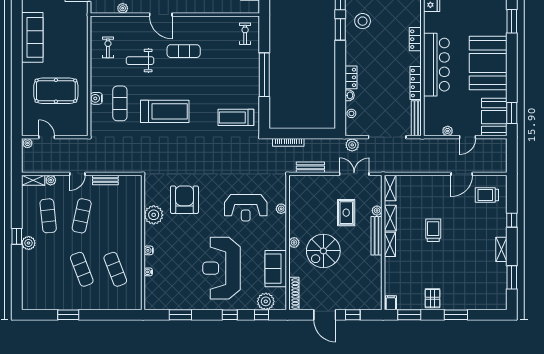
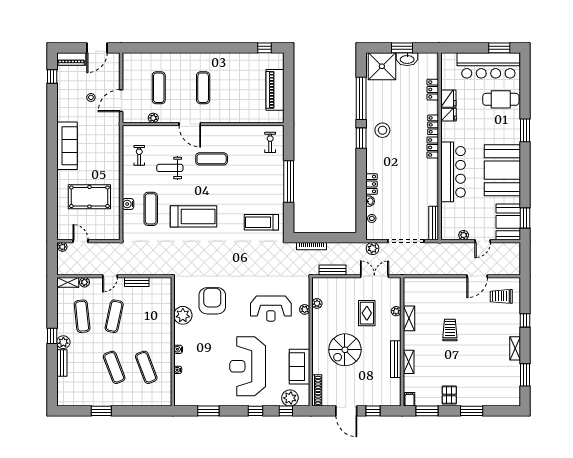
locker: (416, 83) -> (433, 125), moved, width x0.66
shelving: (390, 188) -> (409, 290), removed
bench: (377, 236) -> (396, 359), moved
plant: (294, 242) -> (317, 303), moved
shelving: (390, 244) -> (409, 362), moved
bench: (27, 265) -> (62, 363), added

